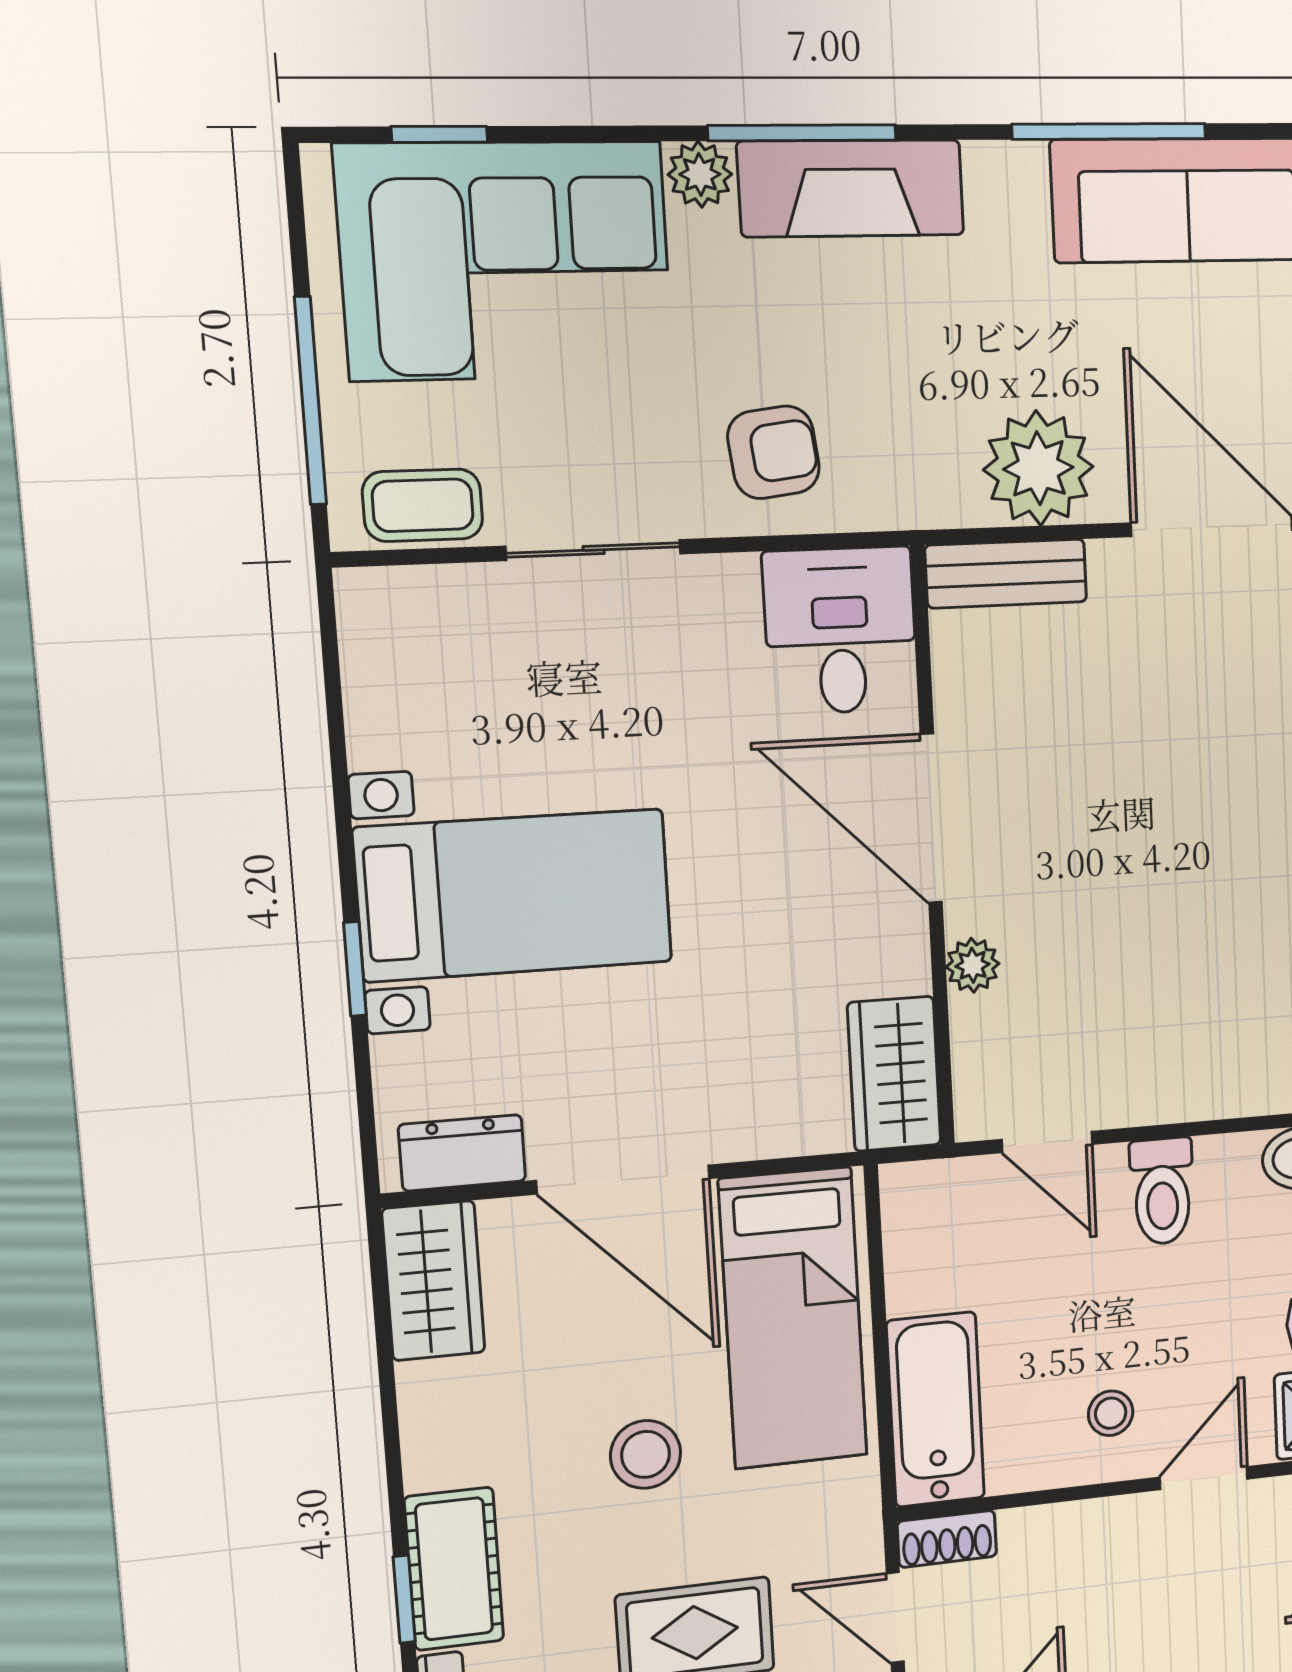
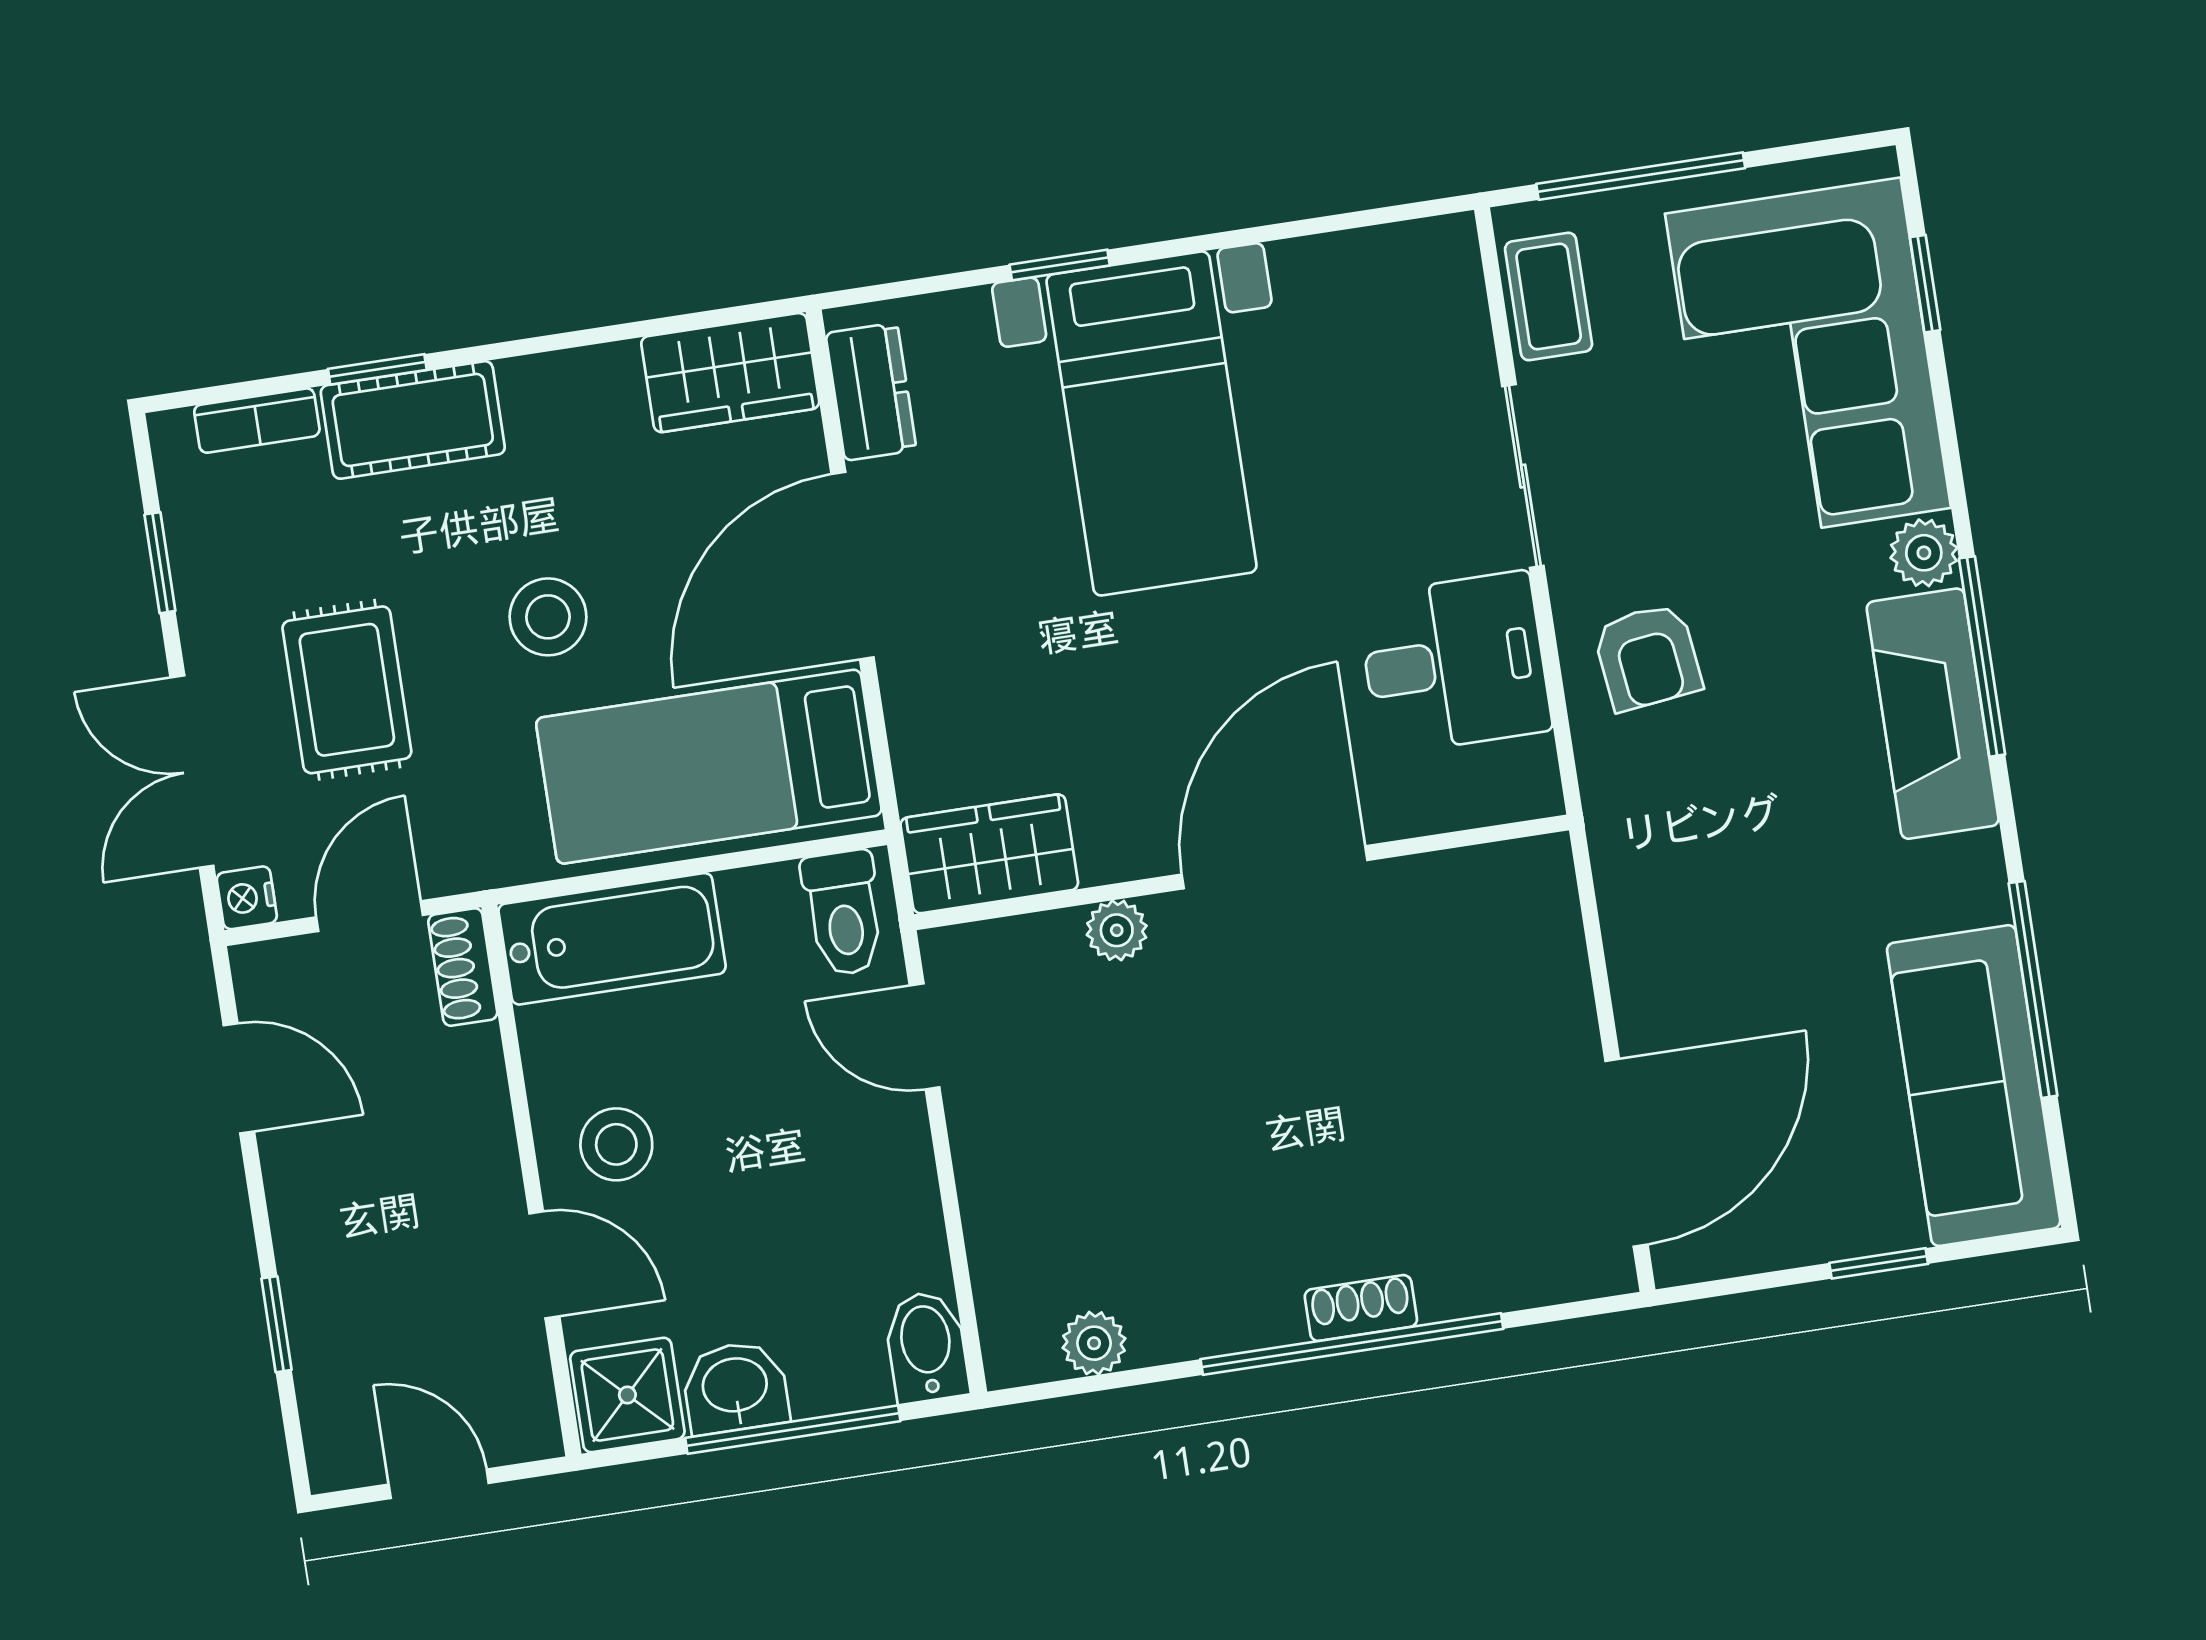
plant: (1038, 468) -> (1666, 948), removed
bench: (1006, 574) -> (1549, 924), removed
desk: (841, 631) -> (1454, 663), moved
door: (1047, 1142) -> (925, 1036), hinge flipped
toilet: (1162, 1191) -> (844, 913), moved, turned -90
stool: (1111, 1413) -> (616, 1144), width x1.37, depth x1.37

